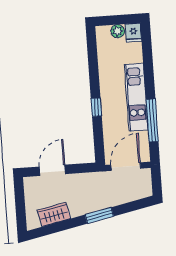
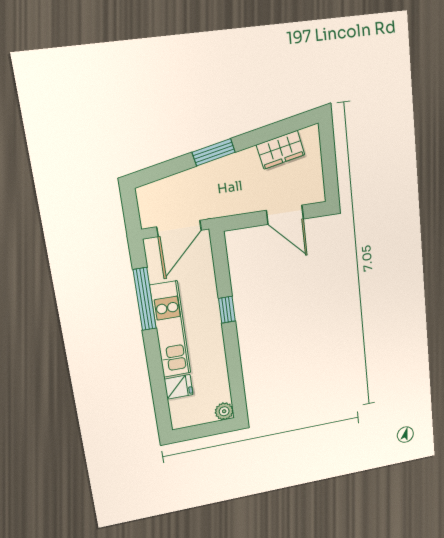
plant: (118, 31) -> (224, 411), moved
fridge: (133, 33) -> (179, 387), moved, turned 90
door: (52, 170) -> (285, 215), hinge flipped

